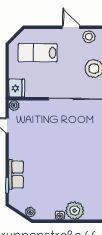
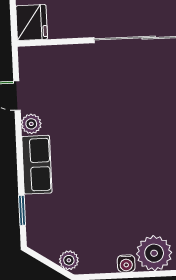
plant: (14, 106) -> (31, 124), moved
row of seats: (16, 174) -> (37, 165), moved

